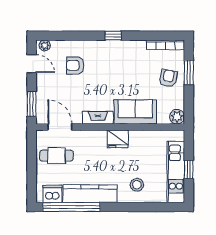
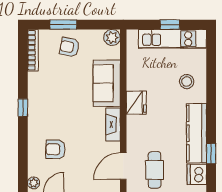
armchair: (75, 65) -> (55, 149), turned 91
window: (71, 207) -> (211, 154), width x0.32

